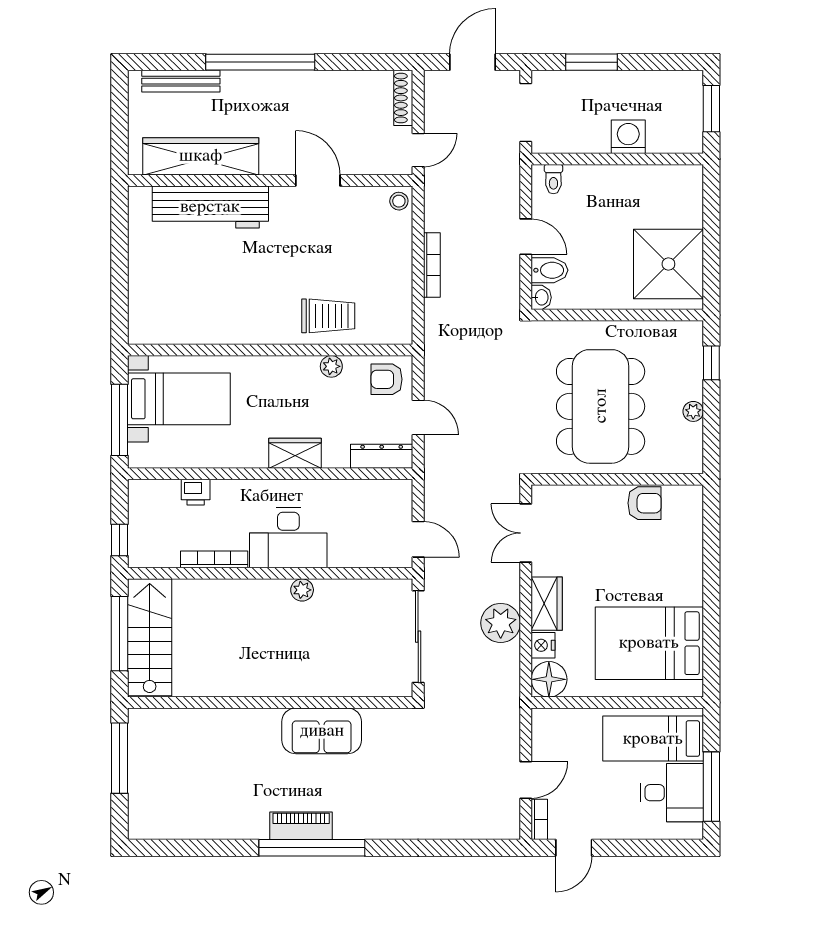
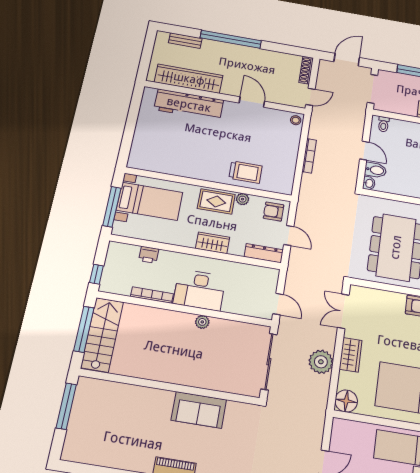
bench: (181, 81) -> (185, 41), width x0.73
rug: (288, 379) -> (216, 201), added
nightstand: (543, 645) -> (345, 380), removed

